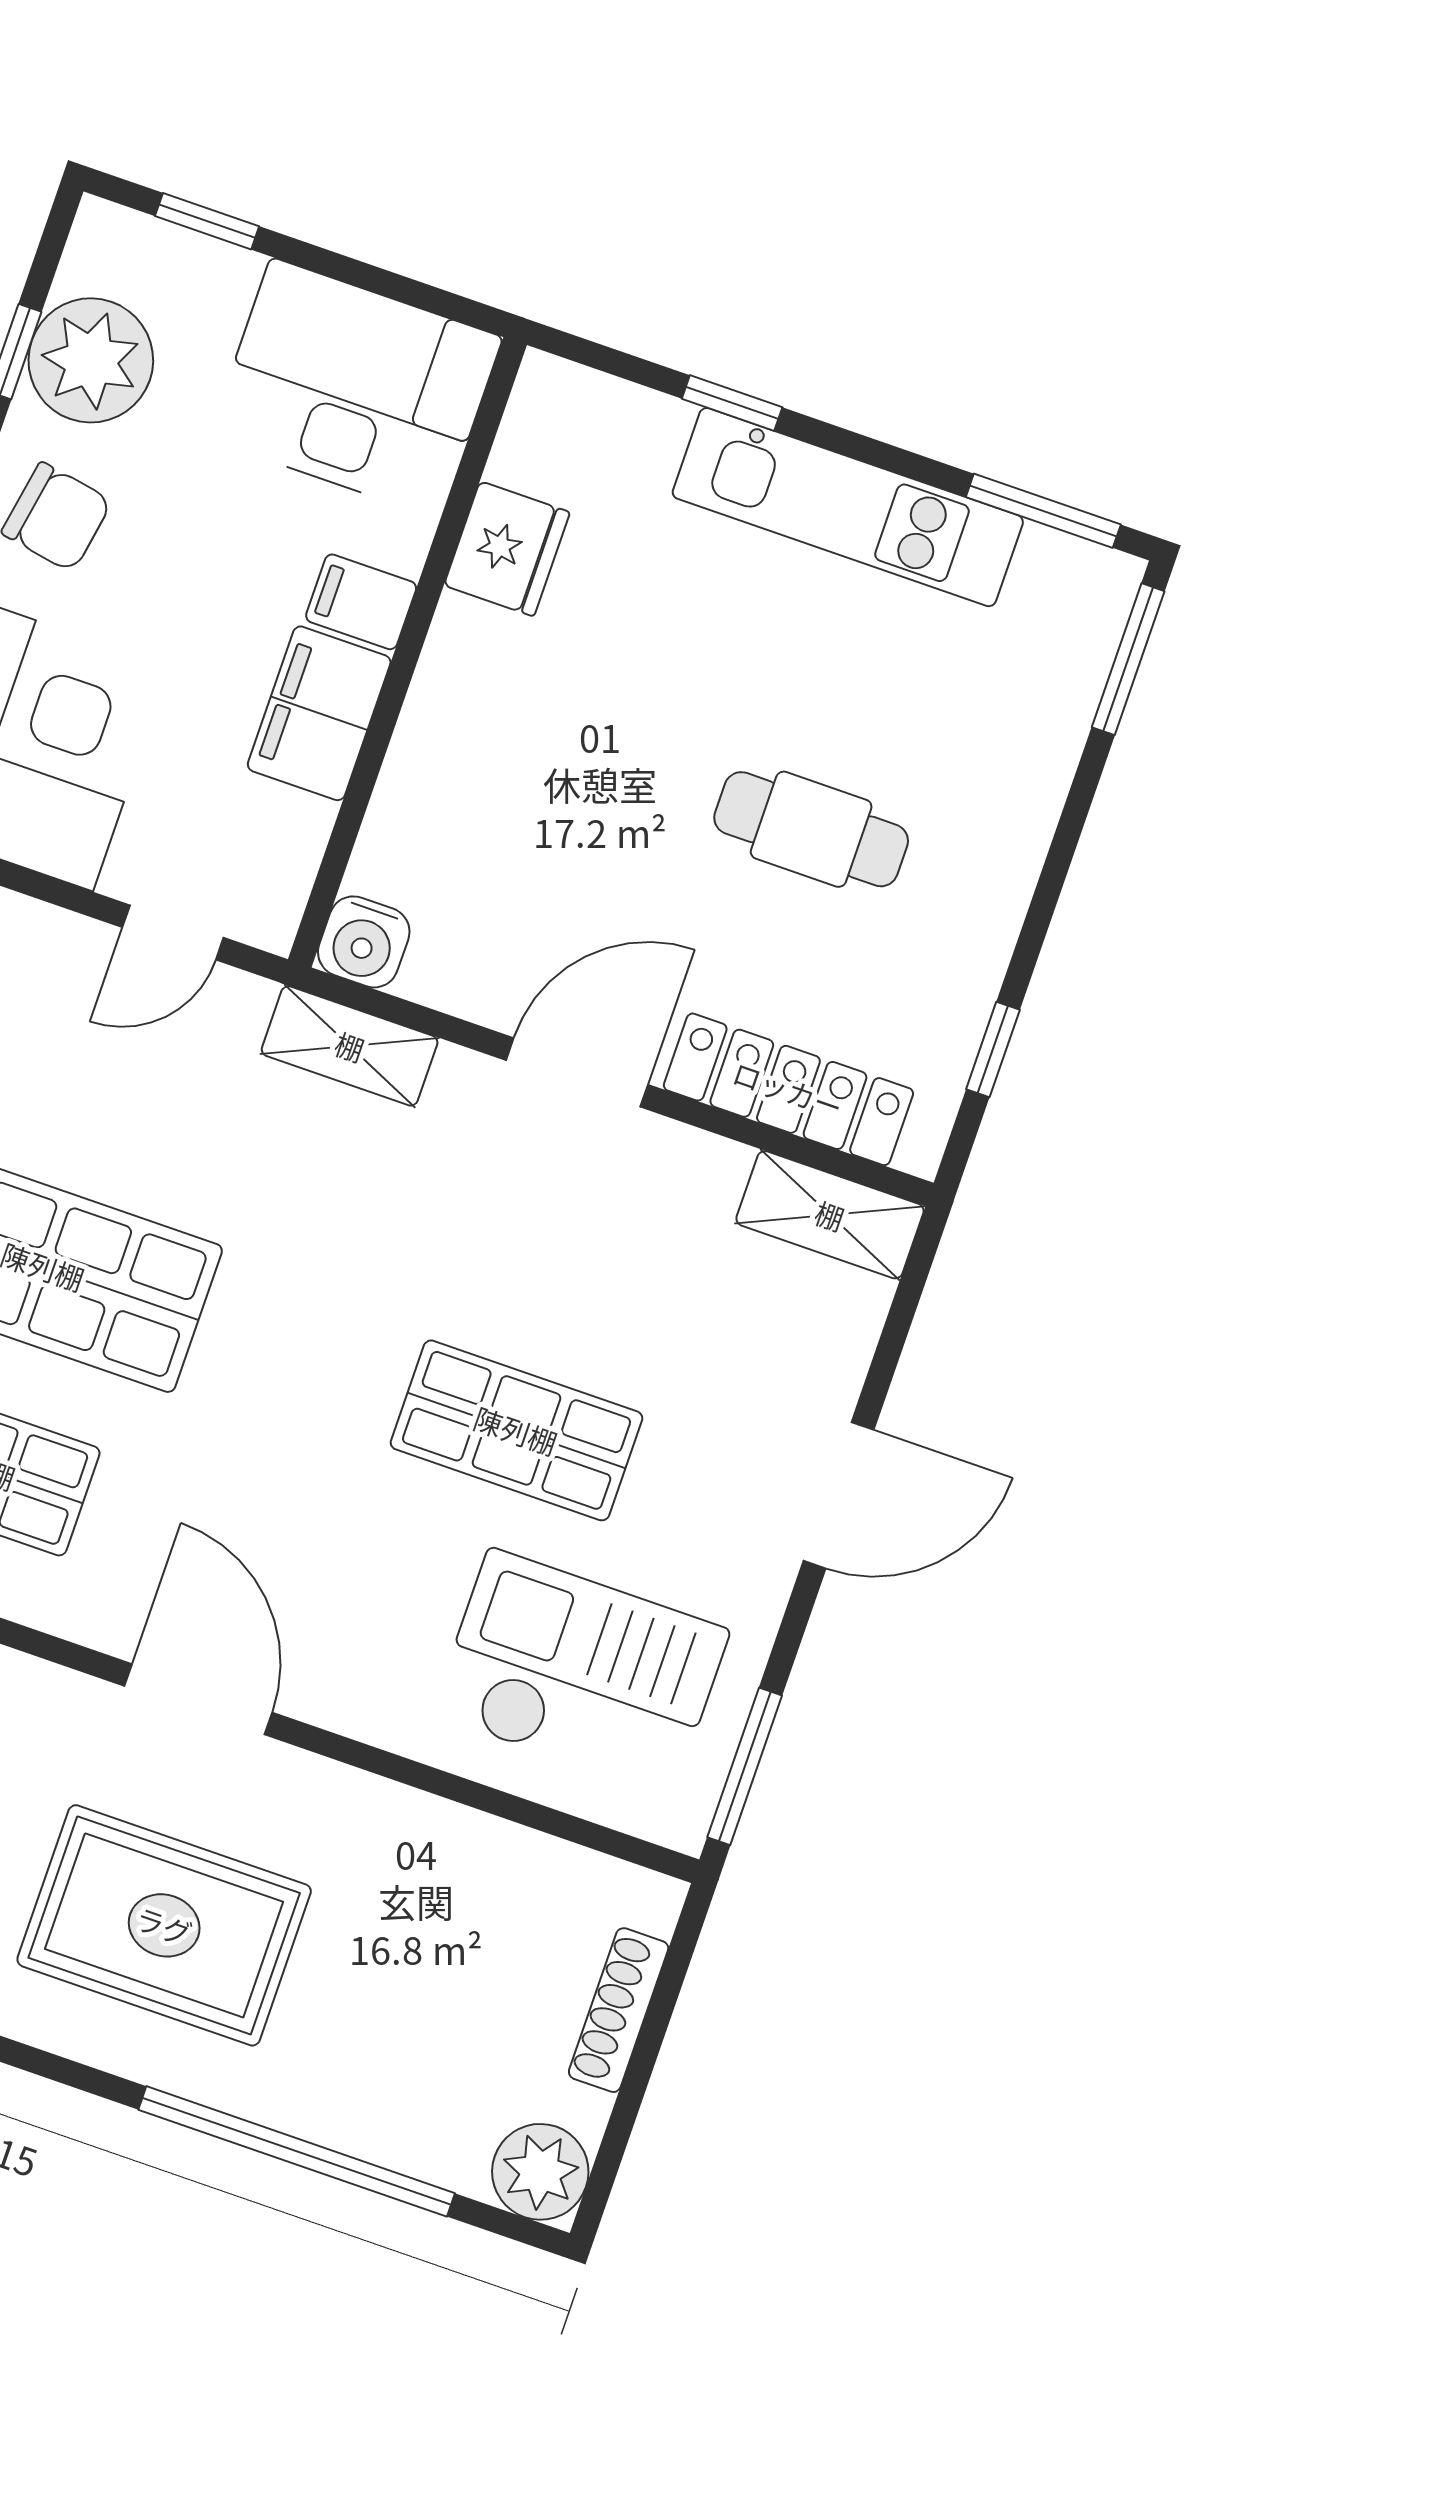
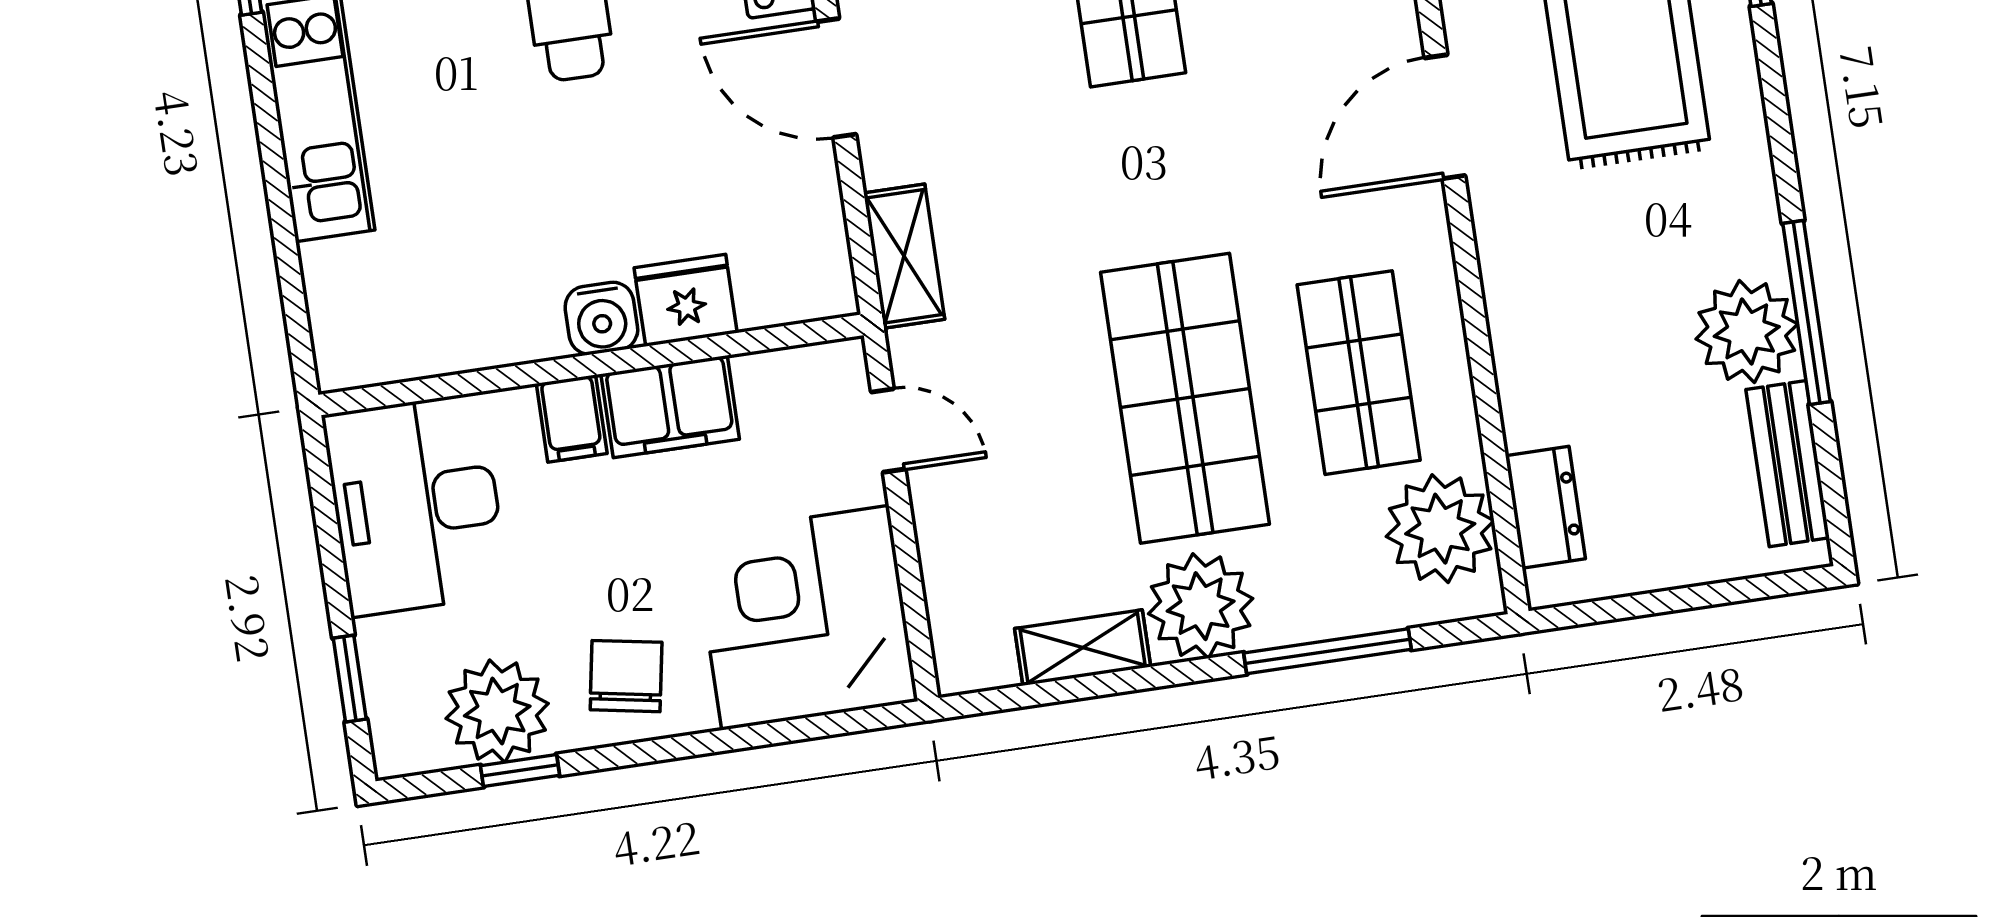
window: (732, 403) -> (282, 221), removed
fridge: (507, 549) -> (686, 300), moved
water cooler: (364, 942) -> (601, 318), moved, turned 90

